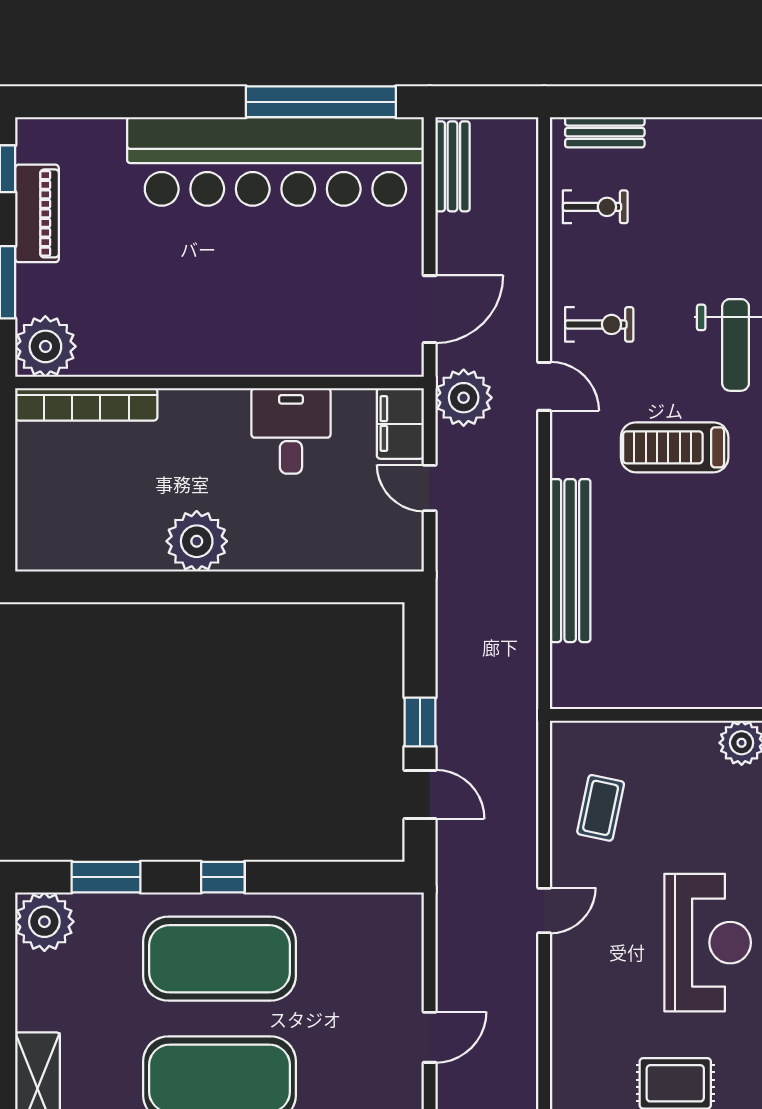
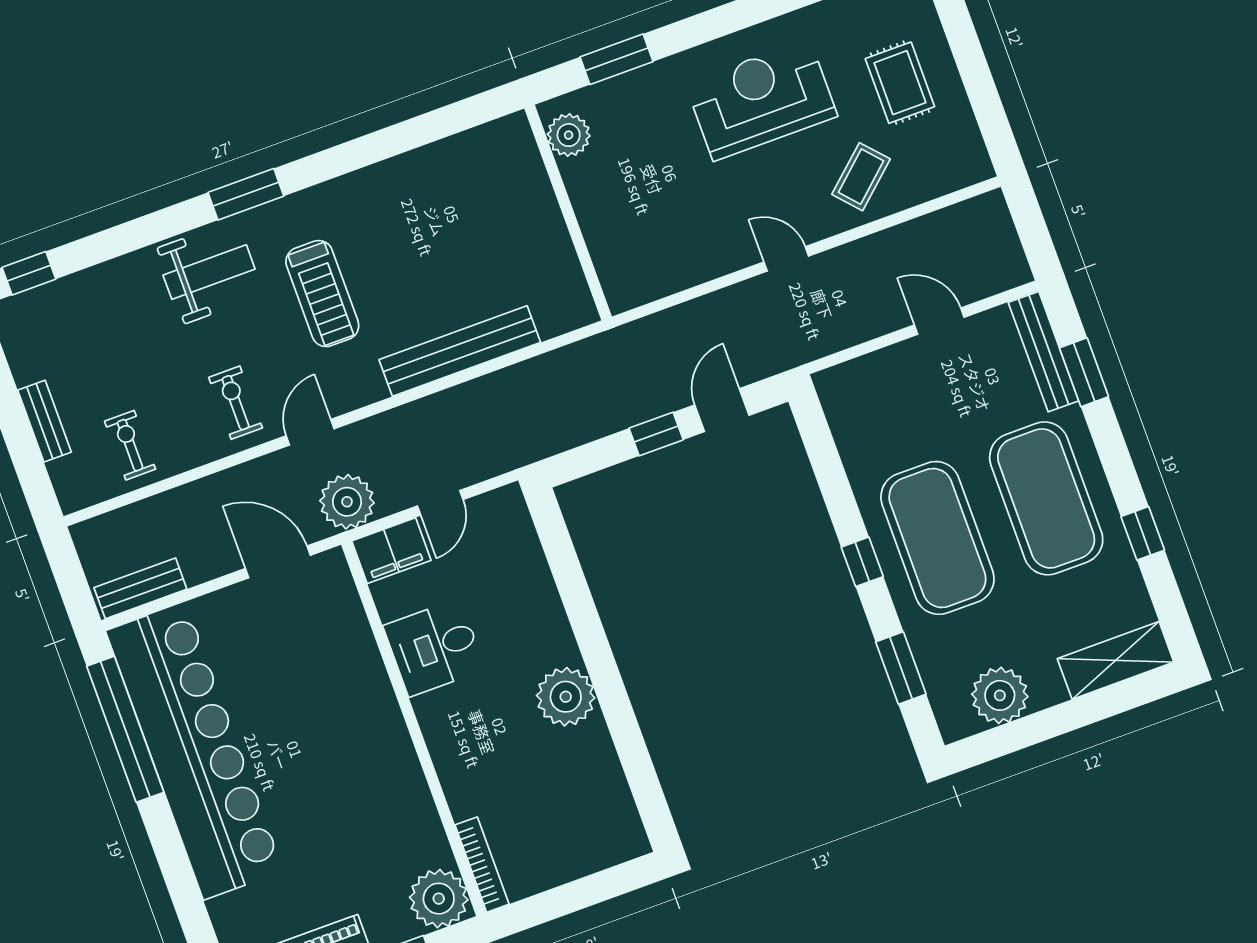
bench: (605, 132) -> (44, 421), moved
bookcase: (86, 404) -> (482, 865), width x0.68, depth x0.76
coffee table: (601, 808) -> (861, 177), moved, turned -54
plant: (44, 922) -> (1000, 695), moved

